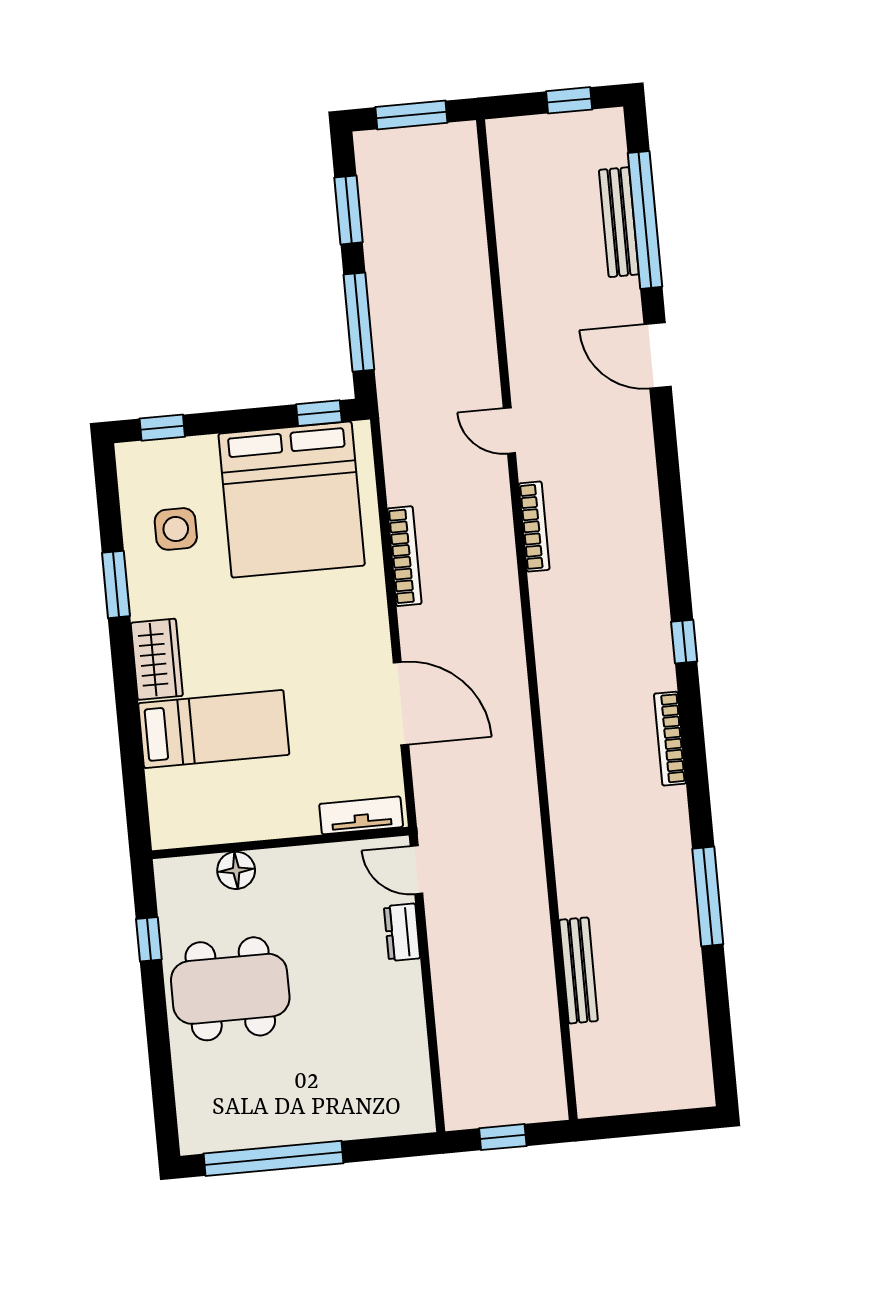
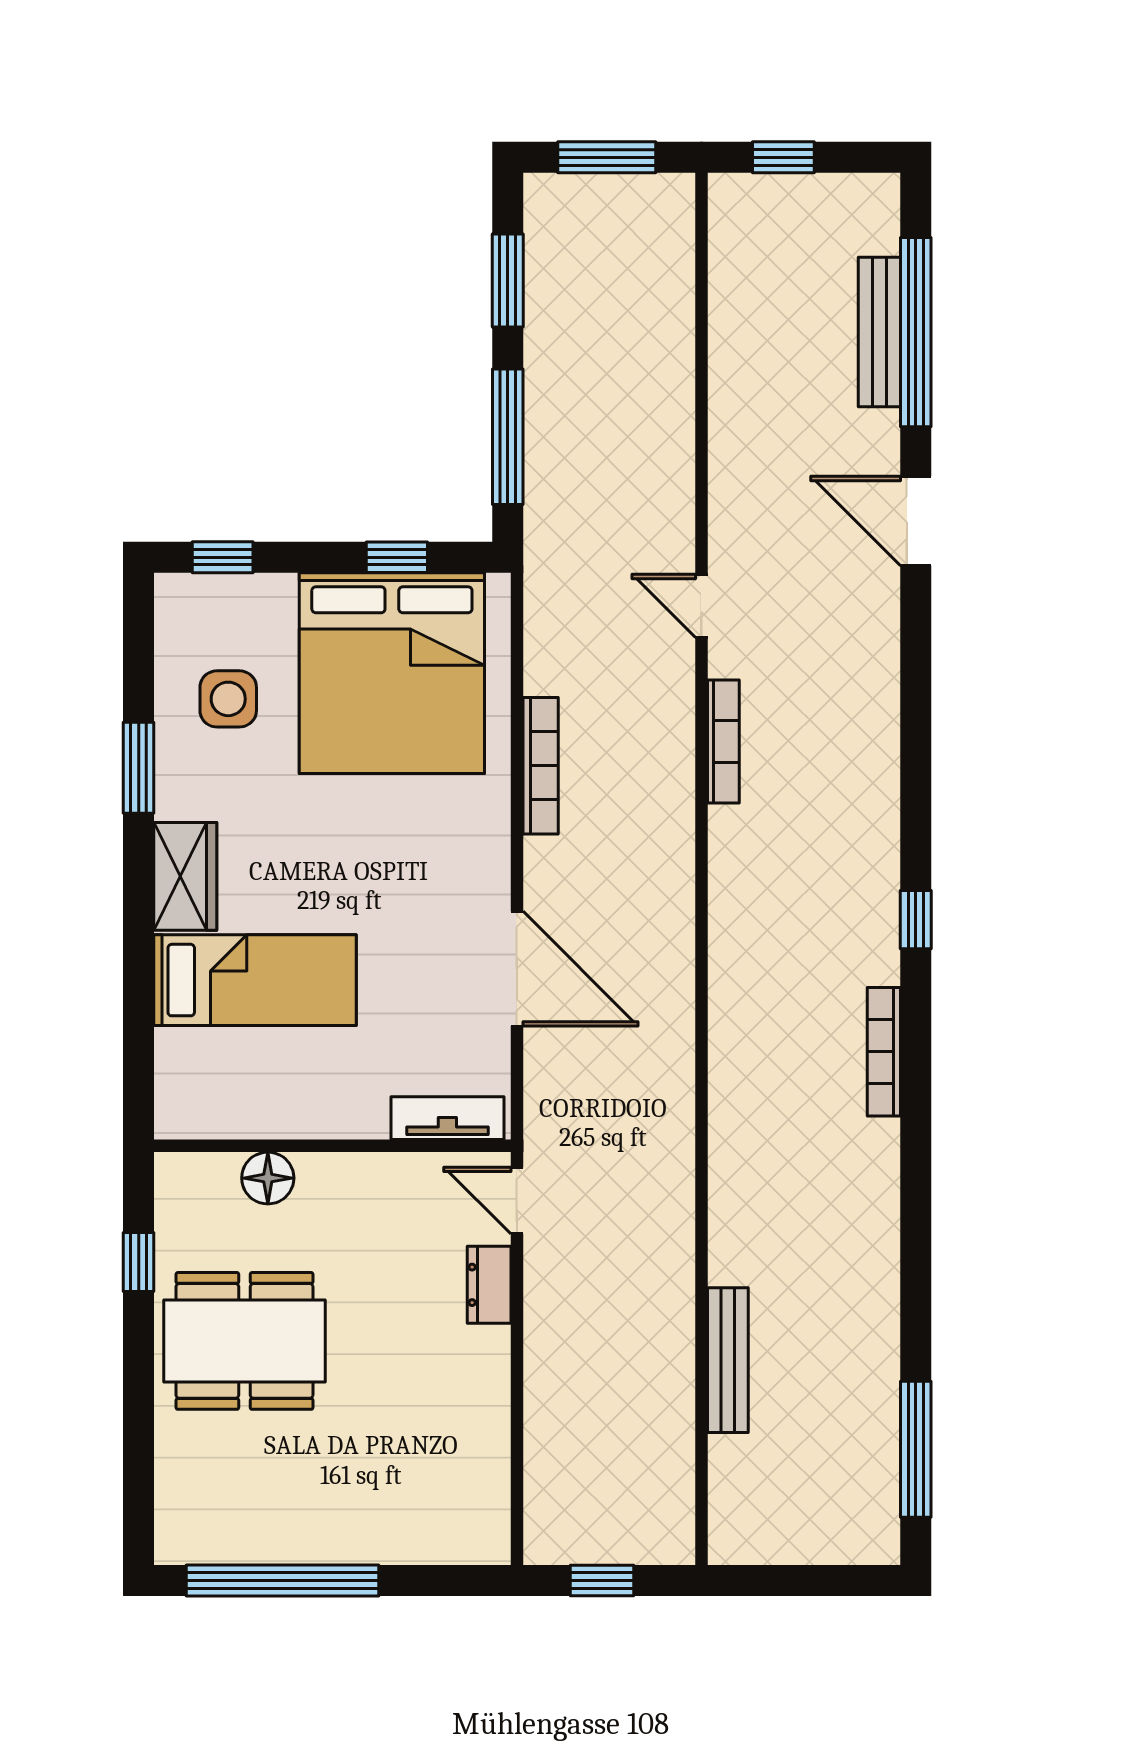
window: (569, 100) -> (783, 157), moved
window: (319, 413) -> (397, 557), moved
window: (708, 896) -> (916, 1449), moved

